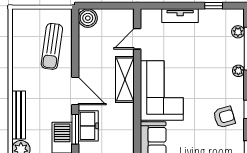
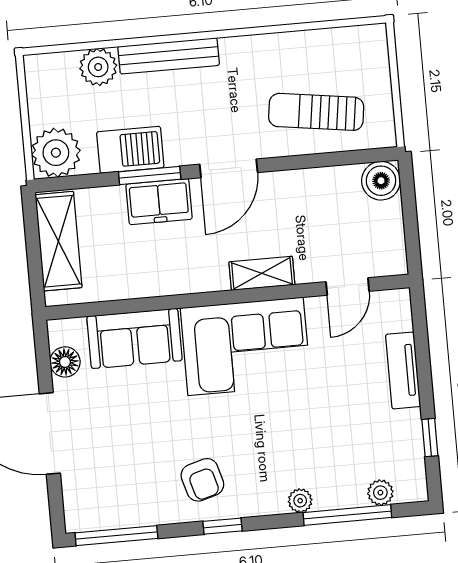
door: (137, 39) -> (348, 287), swing flipped
shelving: (125, 79) -> (262, 273), width x0.67, depth x0.75

